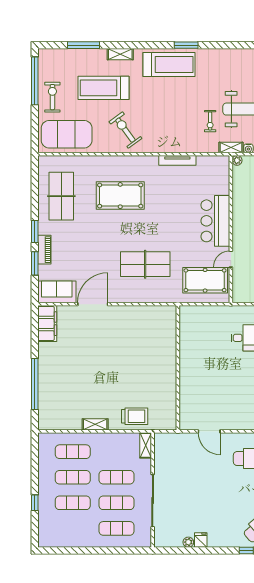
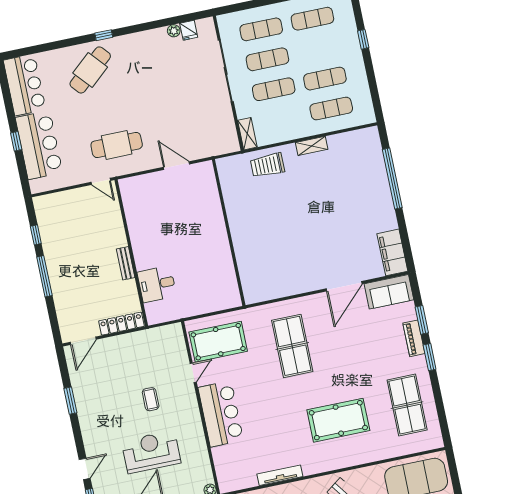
table tennis table: (145, 264) -> (292, 346), turned 90
exercise mat: (73, 503) -> (312, 19), moved
fridge: (201, 540) -> (189, 30), moved

